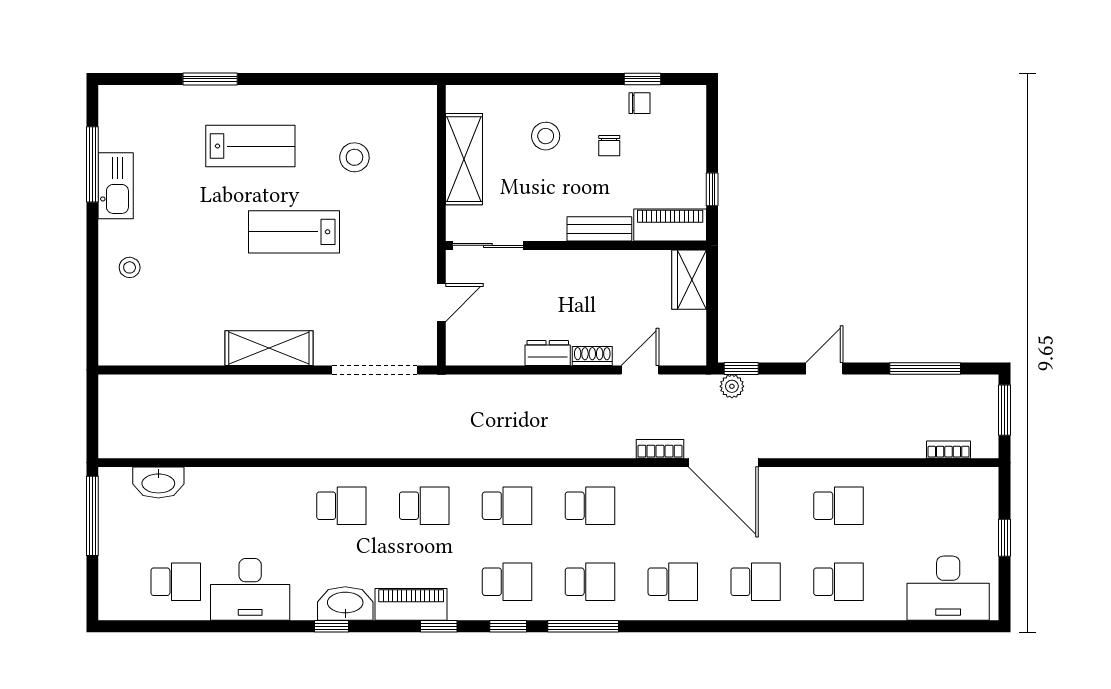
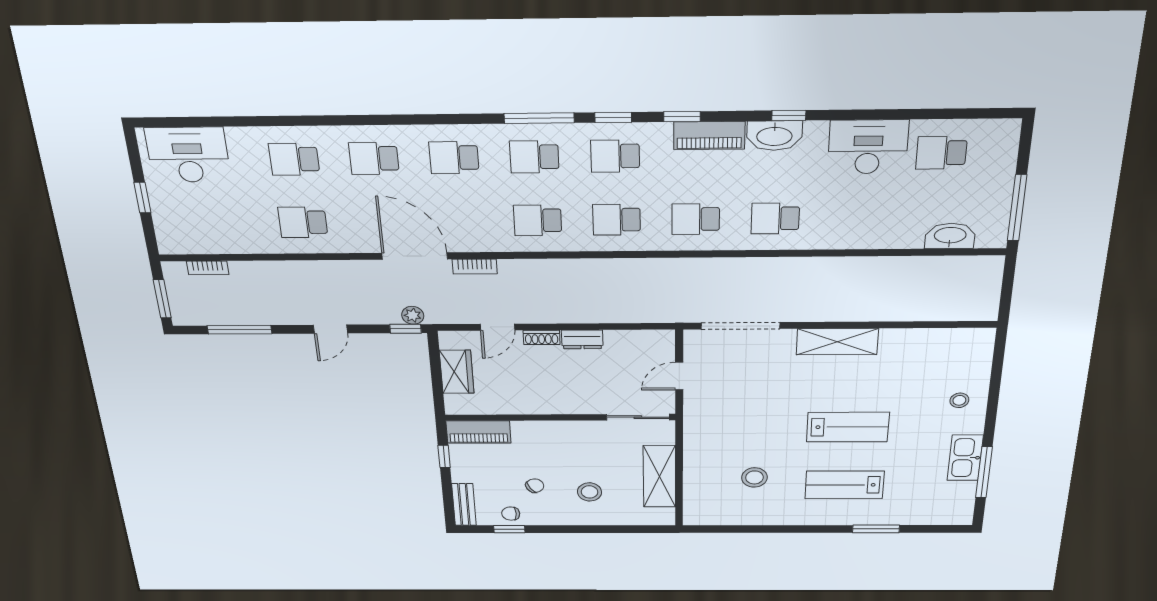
chair: (609, 146) -> (535, 486), turned 57
bench: (599, 229) -> (464, 505), moved, turned 90
lab bench: (294, 232) -> (848, 427), moved
wardrobe: (689, 280) -> (457, 372), moved

